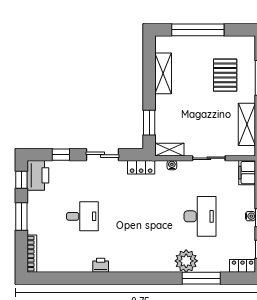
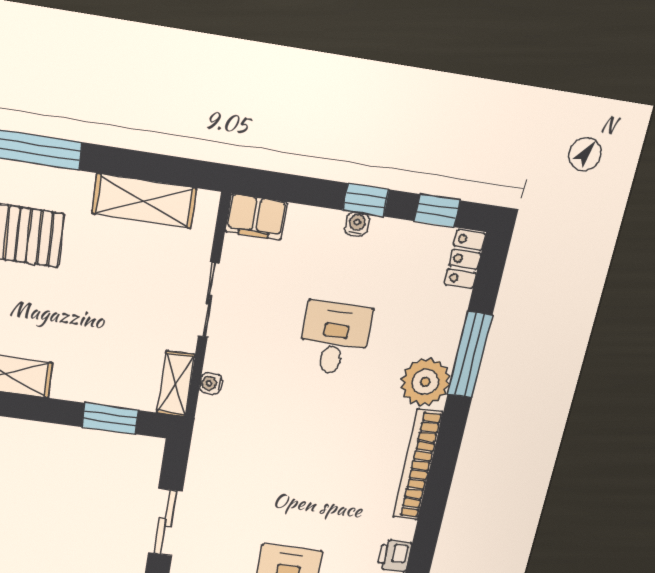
locker: (141, 167) -> (205, 448), removed
desk: (200, 216) -> (335, 338), width x0.73
bookcase: (147, 266) -> (418, 465), added

